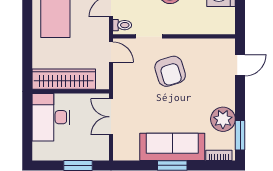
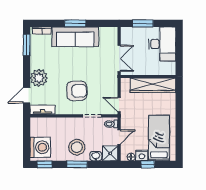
tv unit: (218, 45) -> (43, 110), added
armchair: (170, 71) -> (77, 91), turned 105
desk: (51, 117) -> (162, 44), moved
plant: (223, 119) -> (39, 78), moved

